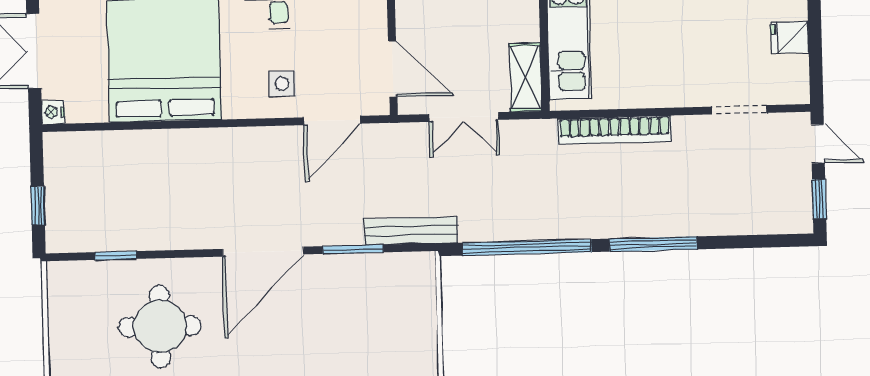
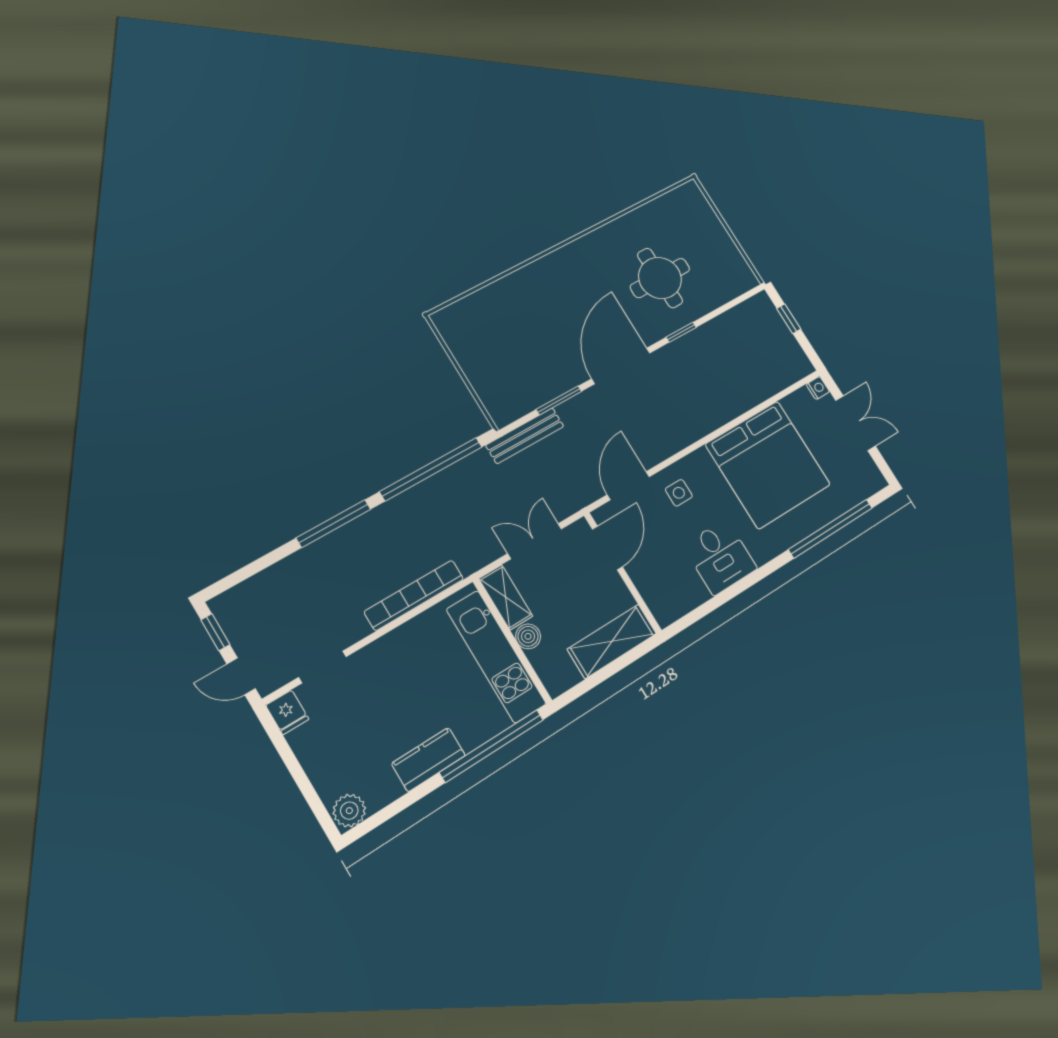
boiler: (526, 26) -> (528, 636), added
fridge: (790, 37) -> (287, 712), moved, turned 90
door: (393, 69) -> (607, 548), swing flipped
window: (116, 256) -> (681, 332), moved

